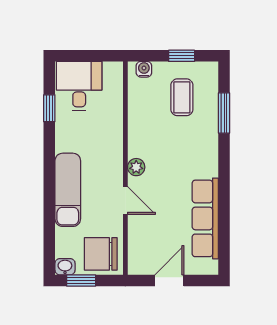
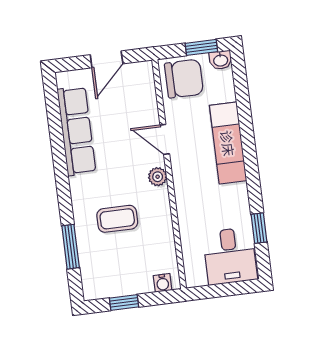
coffee table: (182, 97) -> (117, 219), moved, turned 90

